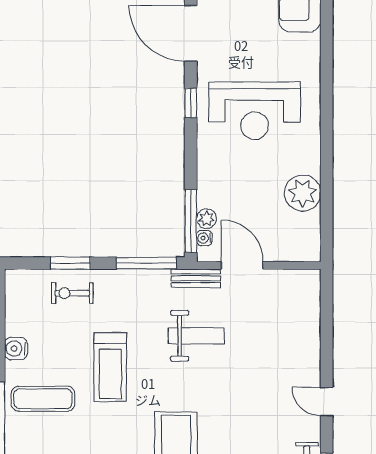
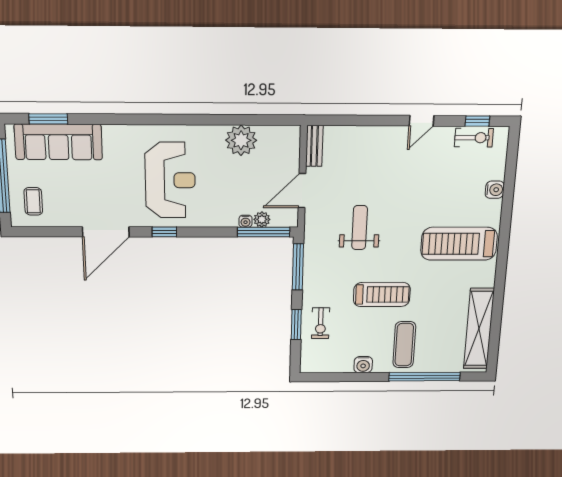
water cooler: (204, 238) -> (246, 221), moved
bench: (196, 278) -> (314, 146), moved

